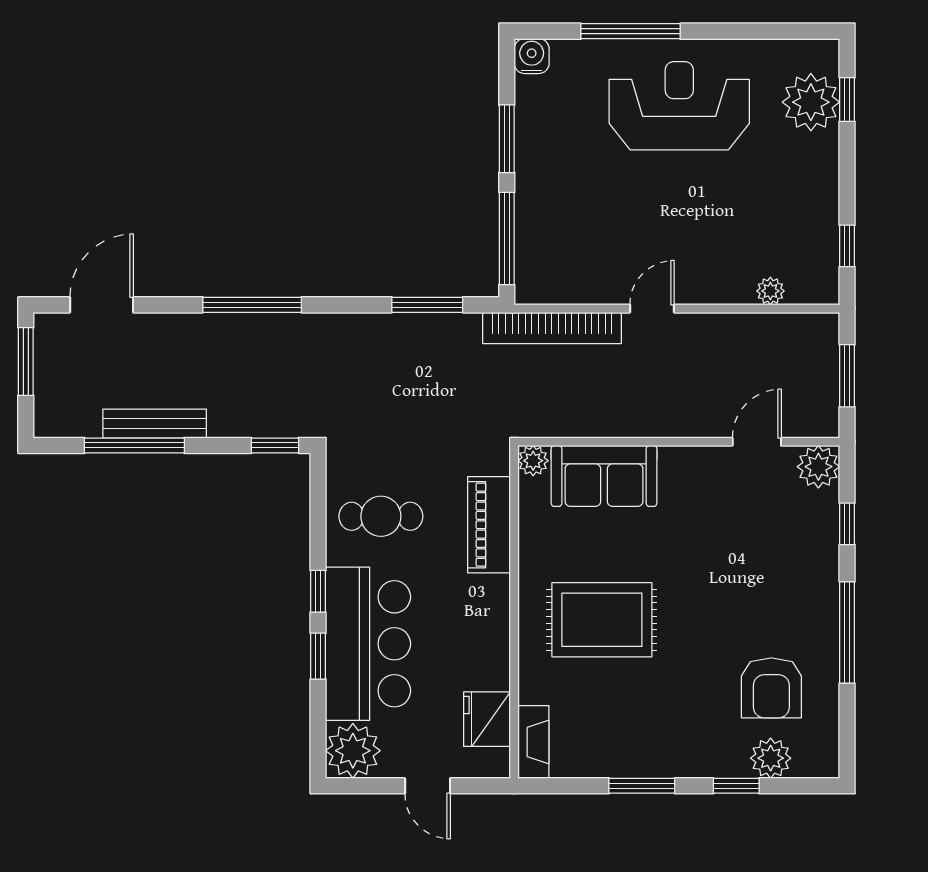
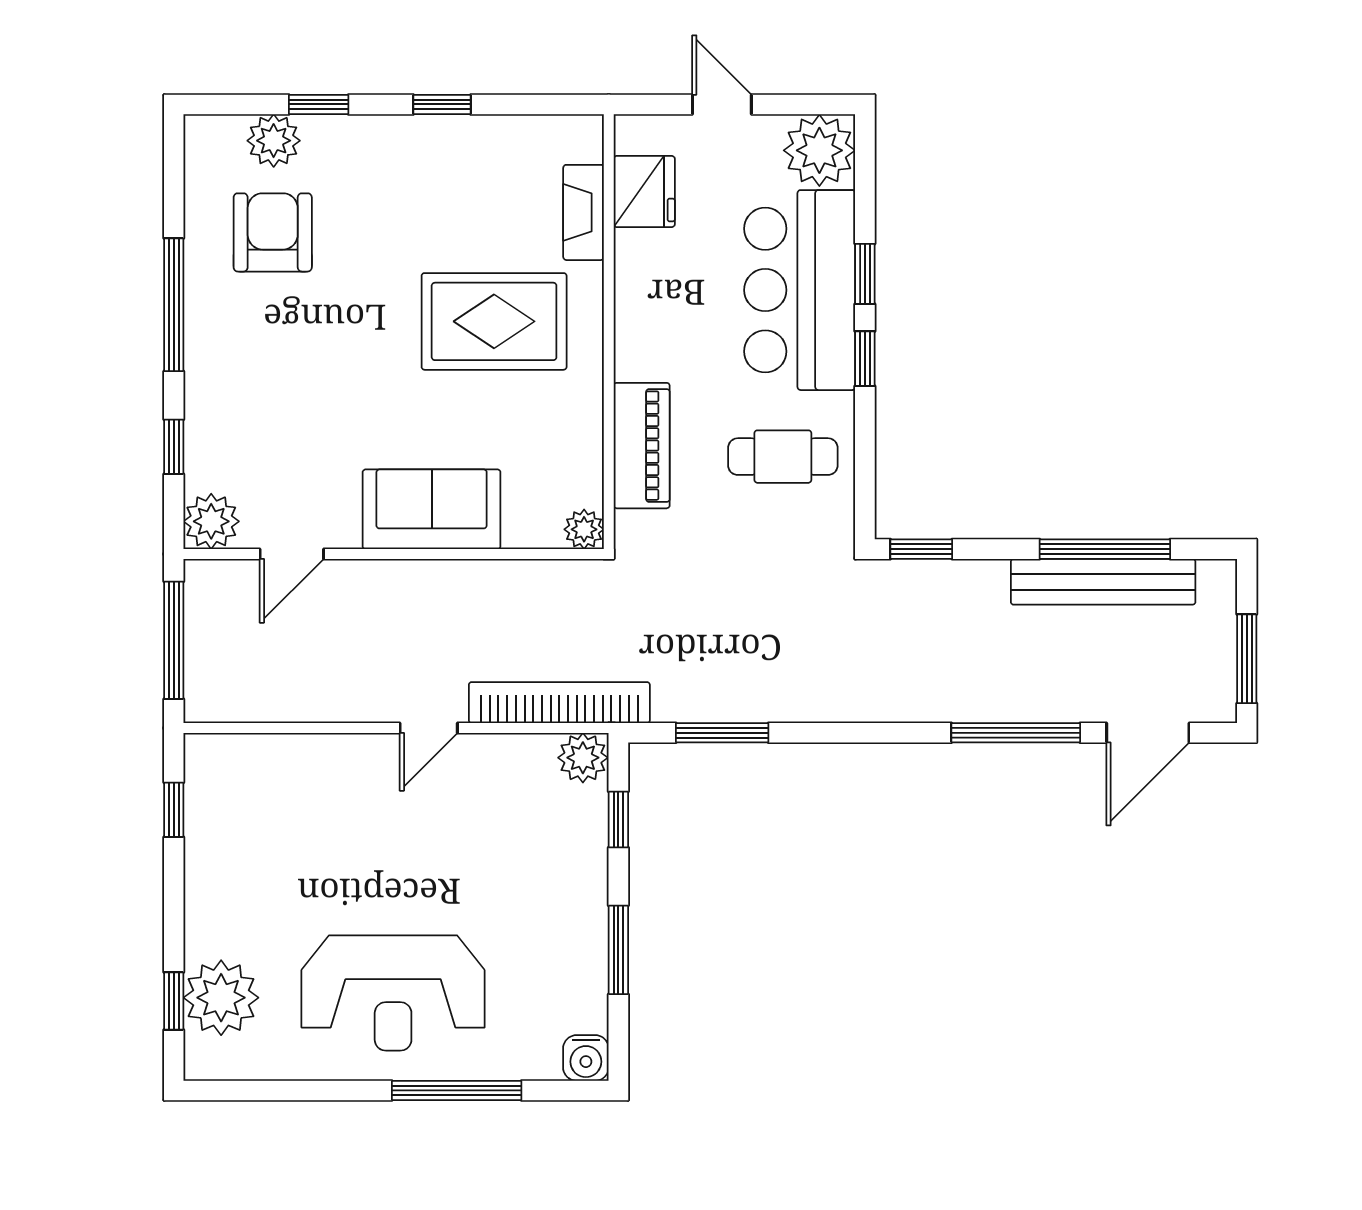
window: (507, 238) -> (618, 820), width x0.46
plant: (770, 291) -> (583, 758), moved, width x1.38, depth x1.38
window: (252, 305) -> (1016, 733), moved
window: (847, 376) -> (174, 640), width x1.44
bench: (155, 424) -> (1103, 582), width x1.37, depth x1.21
sofa: (604, 476) -> (432, 509), moved
fireplace: (533, 742) -> (584, 212), moved
window: (642, 786) -> (442, 104), width x0.67

